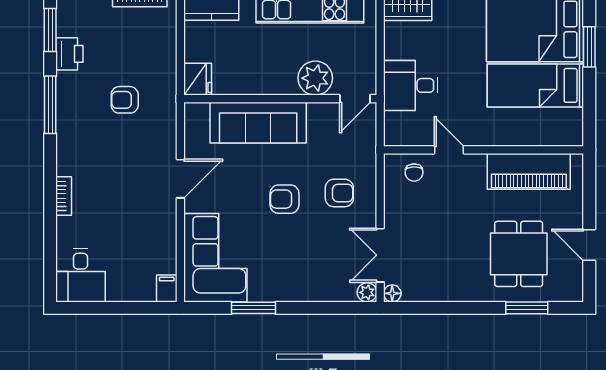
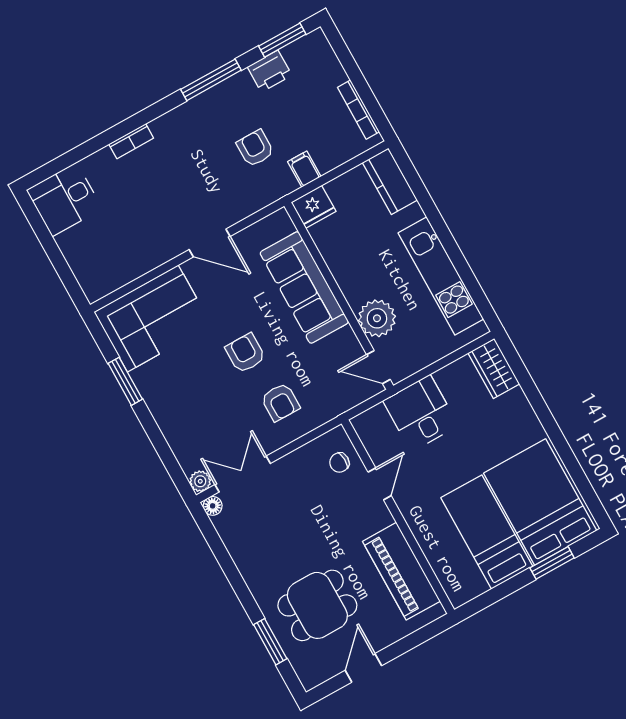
filing cabinet: (167, 289) -> (304, 169), moved, turned -90

